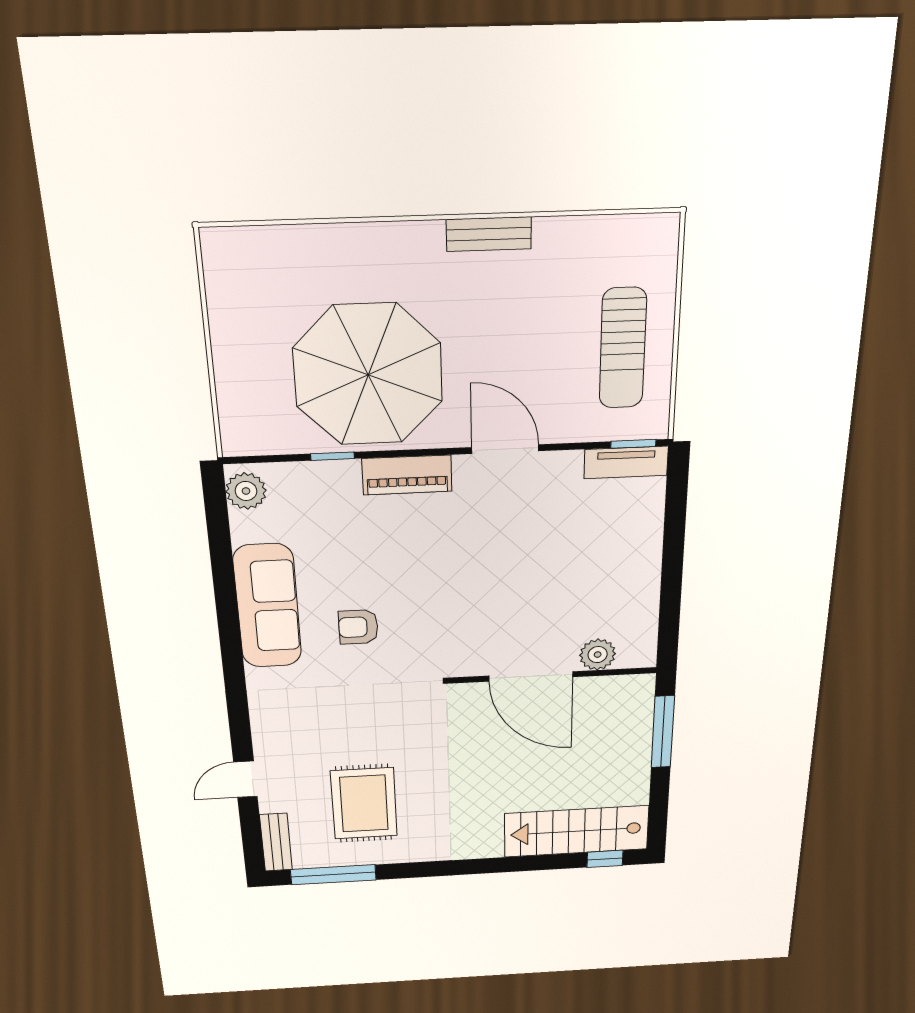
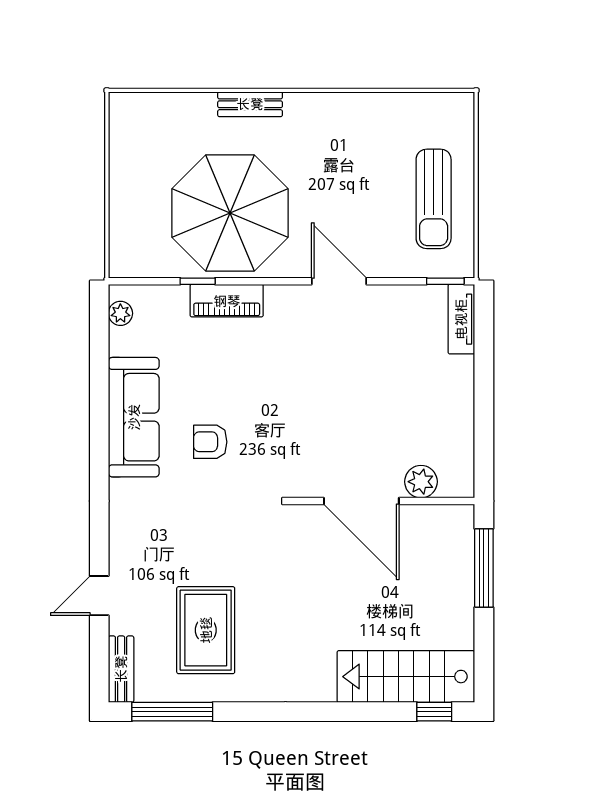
bench: (489, 234) -> (250, 104), moved
tv unit: (626, 462) -> (461, 319), moved, turned 90
piano: (407, 475) -> (227, 301), moved
plant: (246, 491) -> (120, 313), width x0.73, depth x0.73

